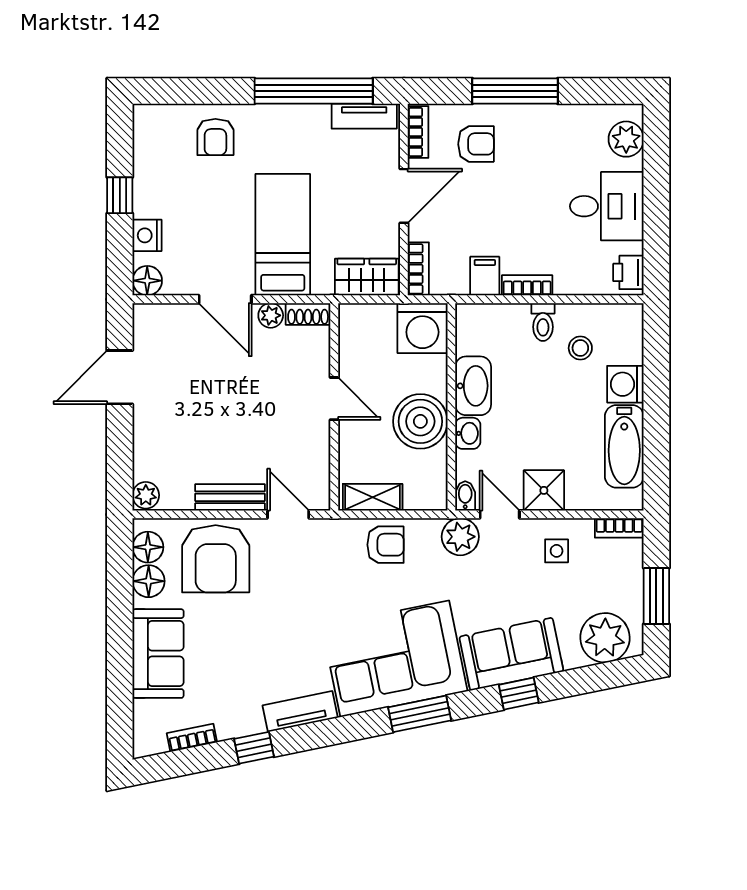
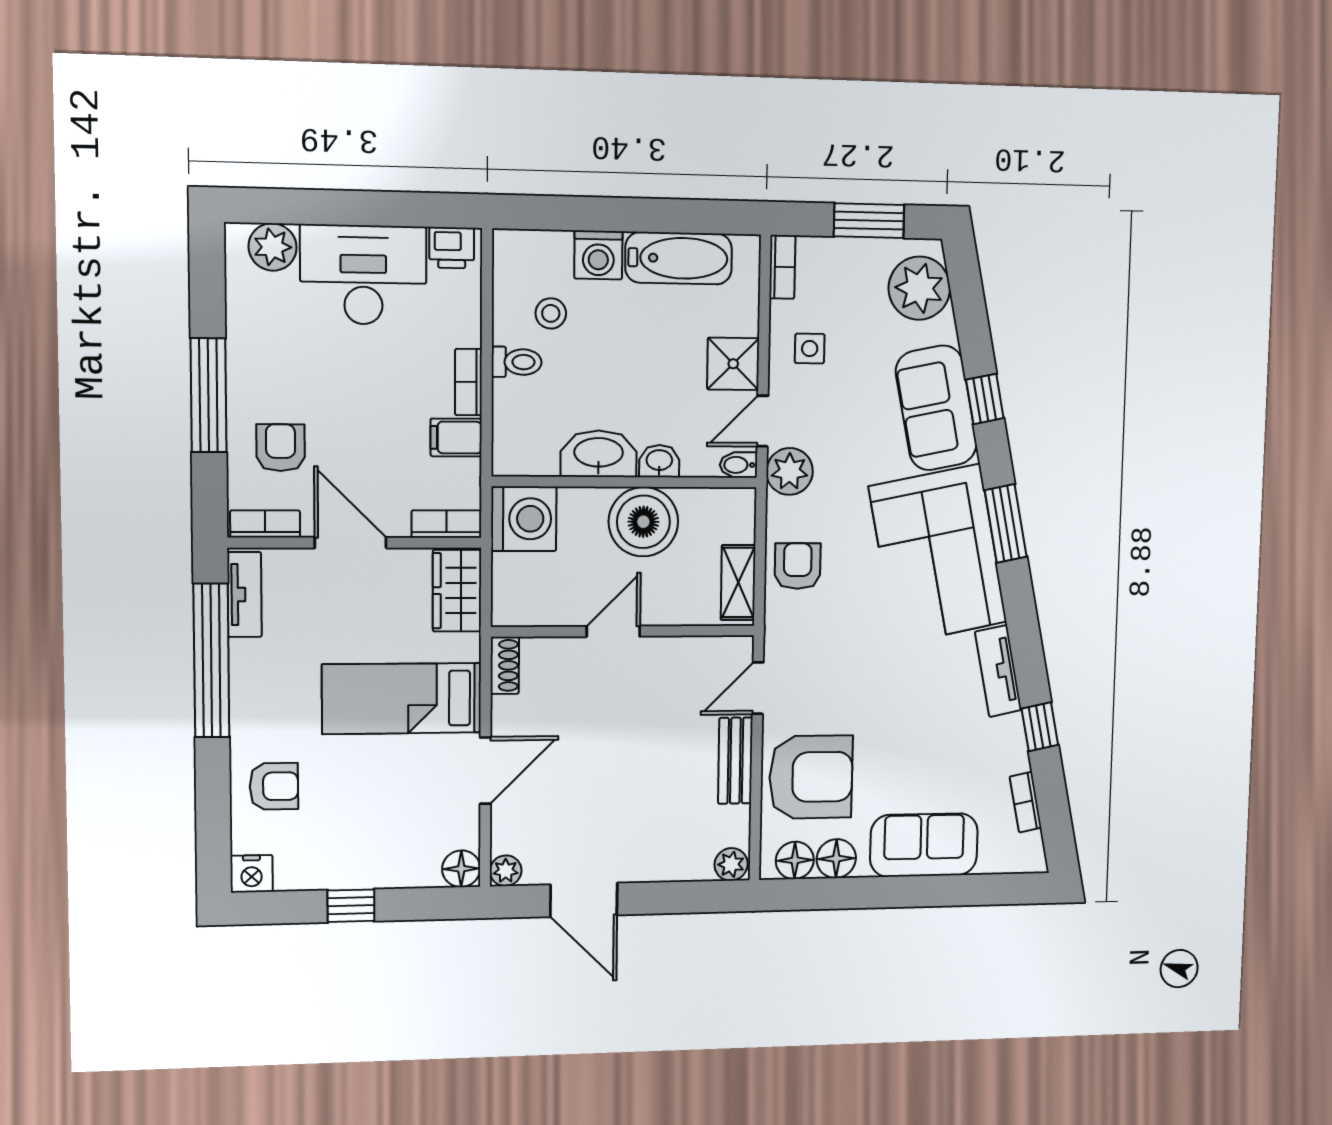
desk: (607, 206) -> (363, 275), width x1.37
nightstand: (147, 235) -> (252, 874), moved
plant: (271, 315) -> (506, 871), moved

